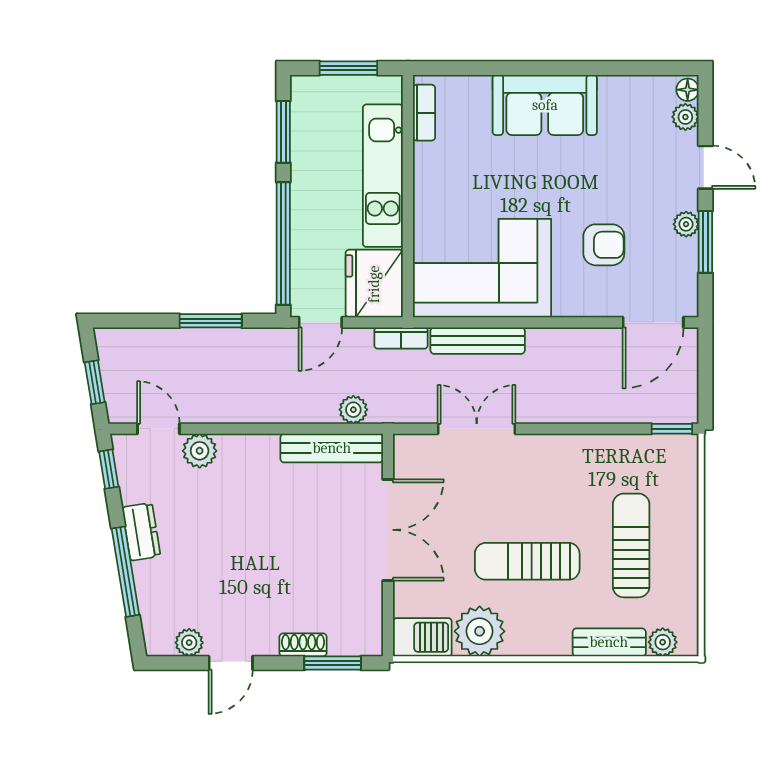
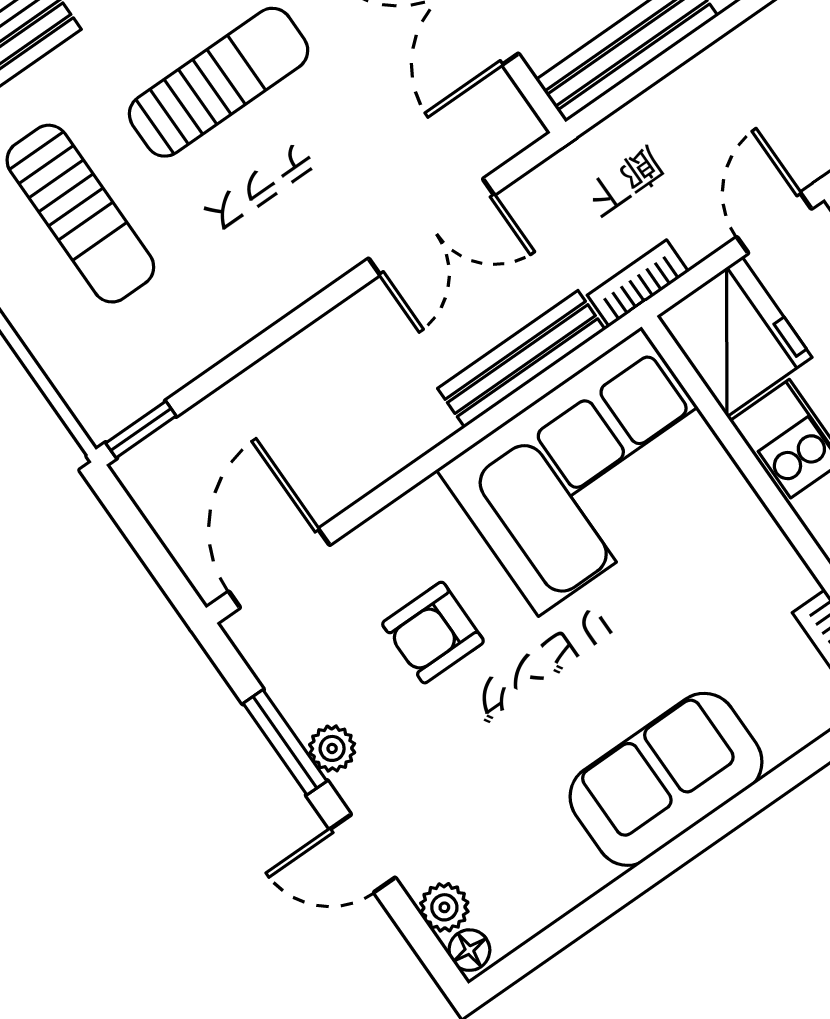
plant: (353, 410) -> (635, 127), removed

